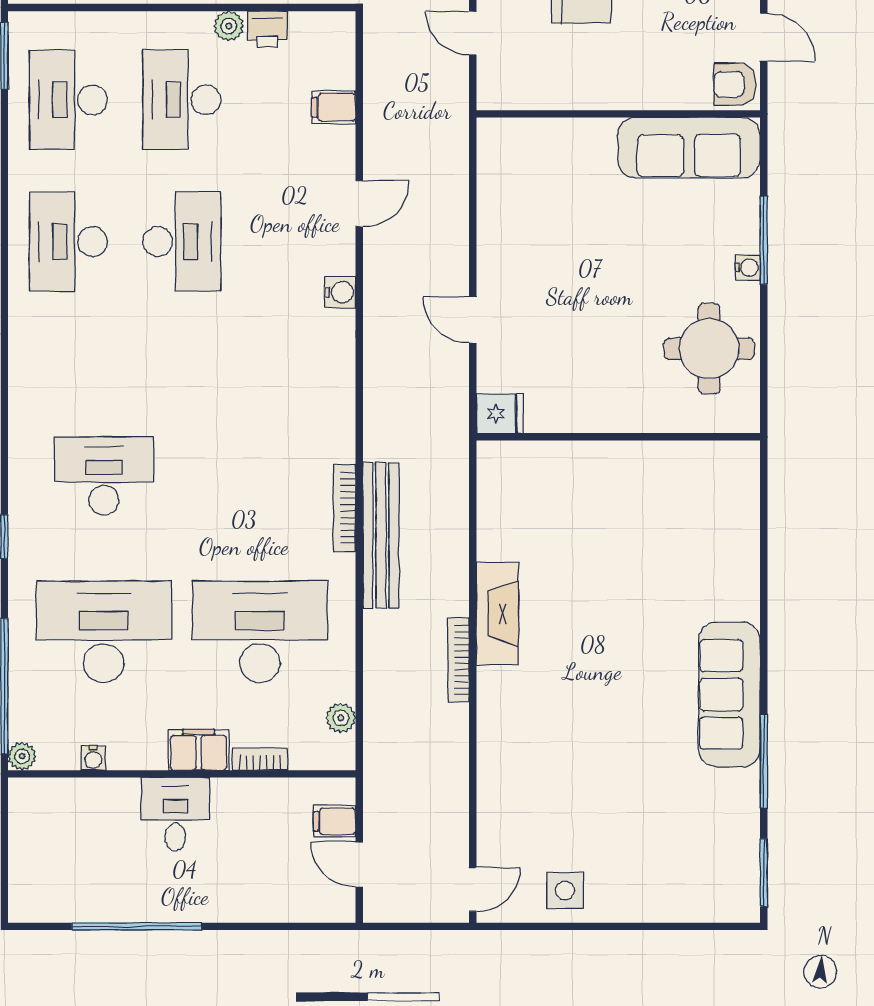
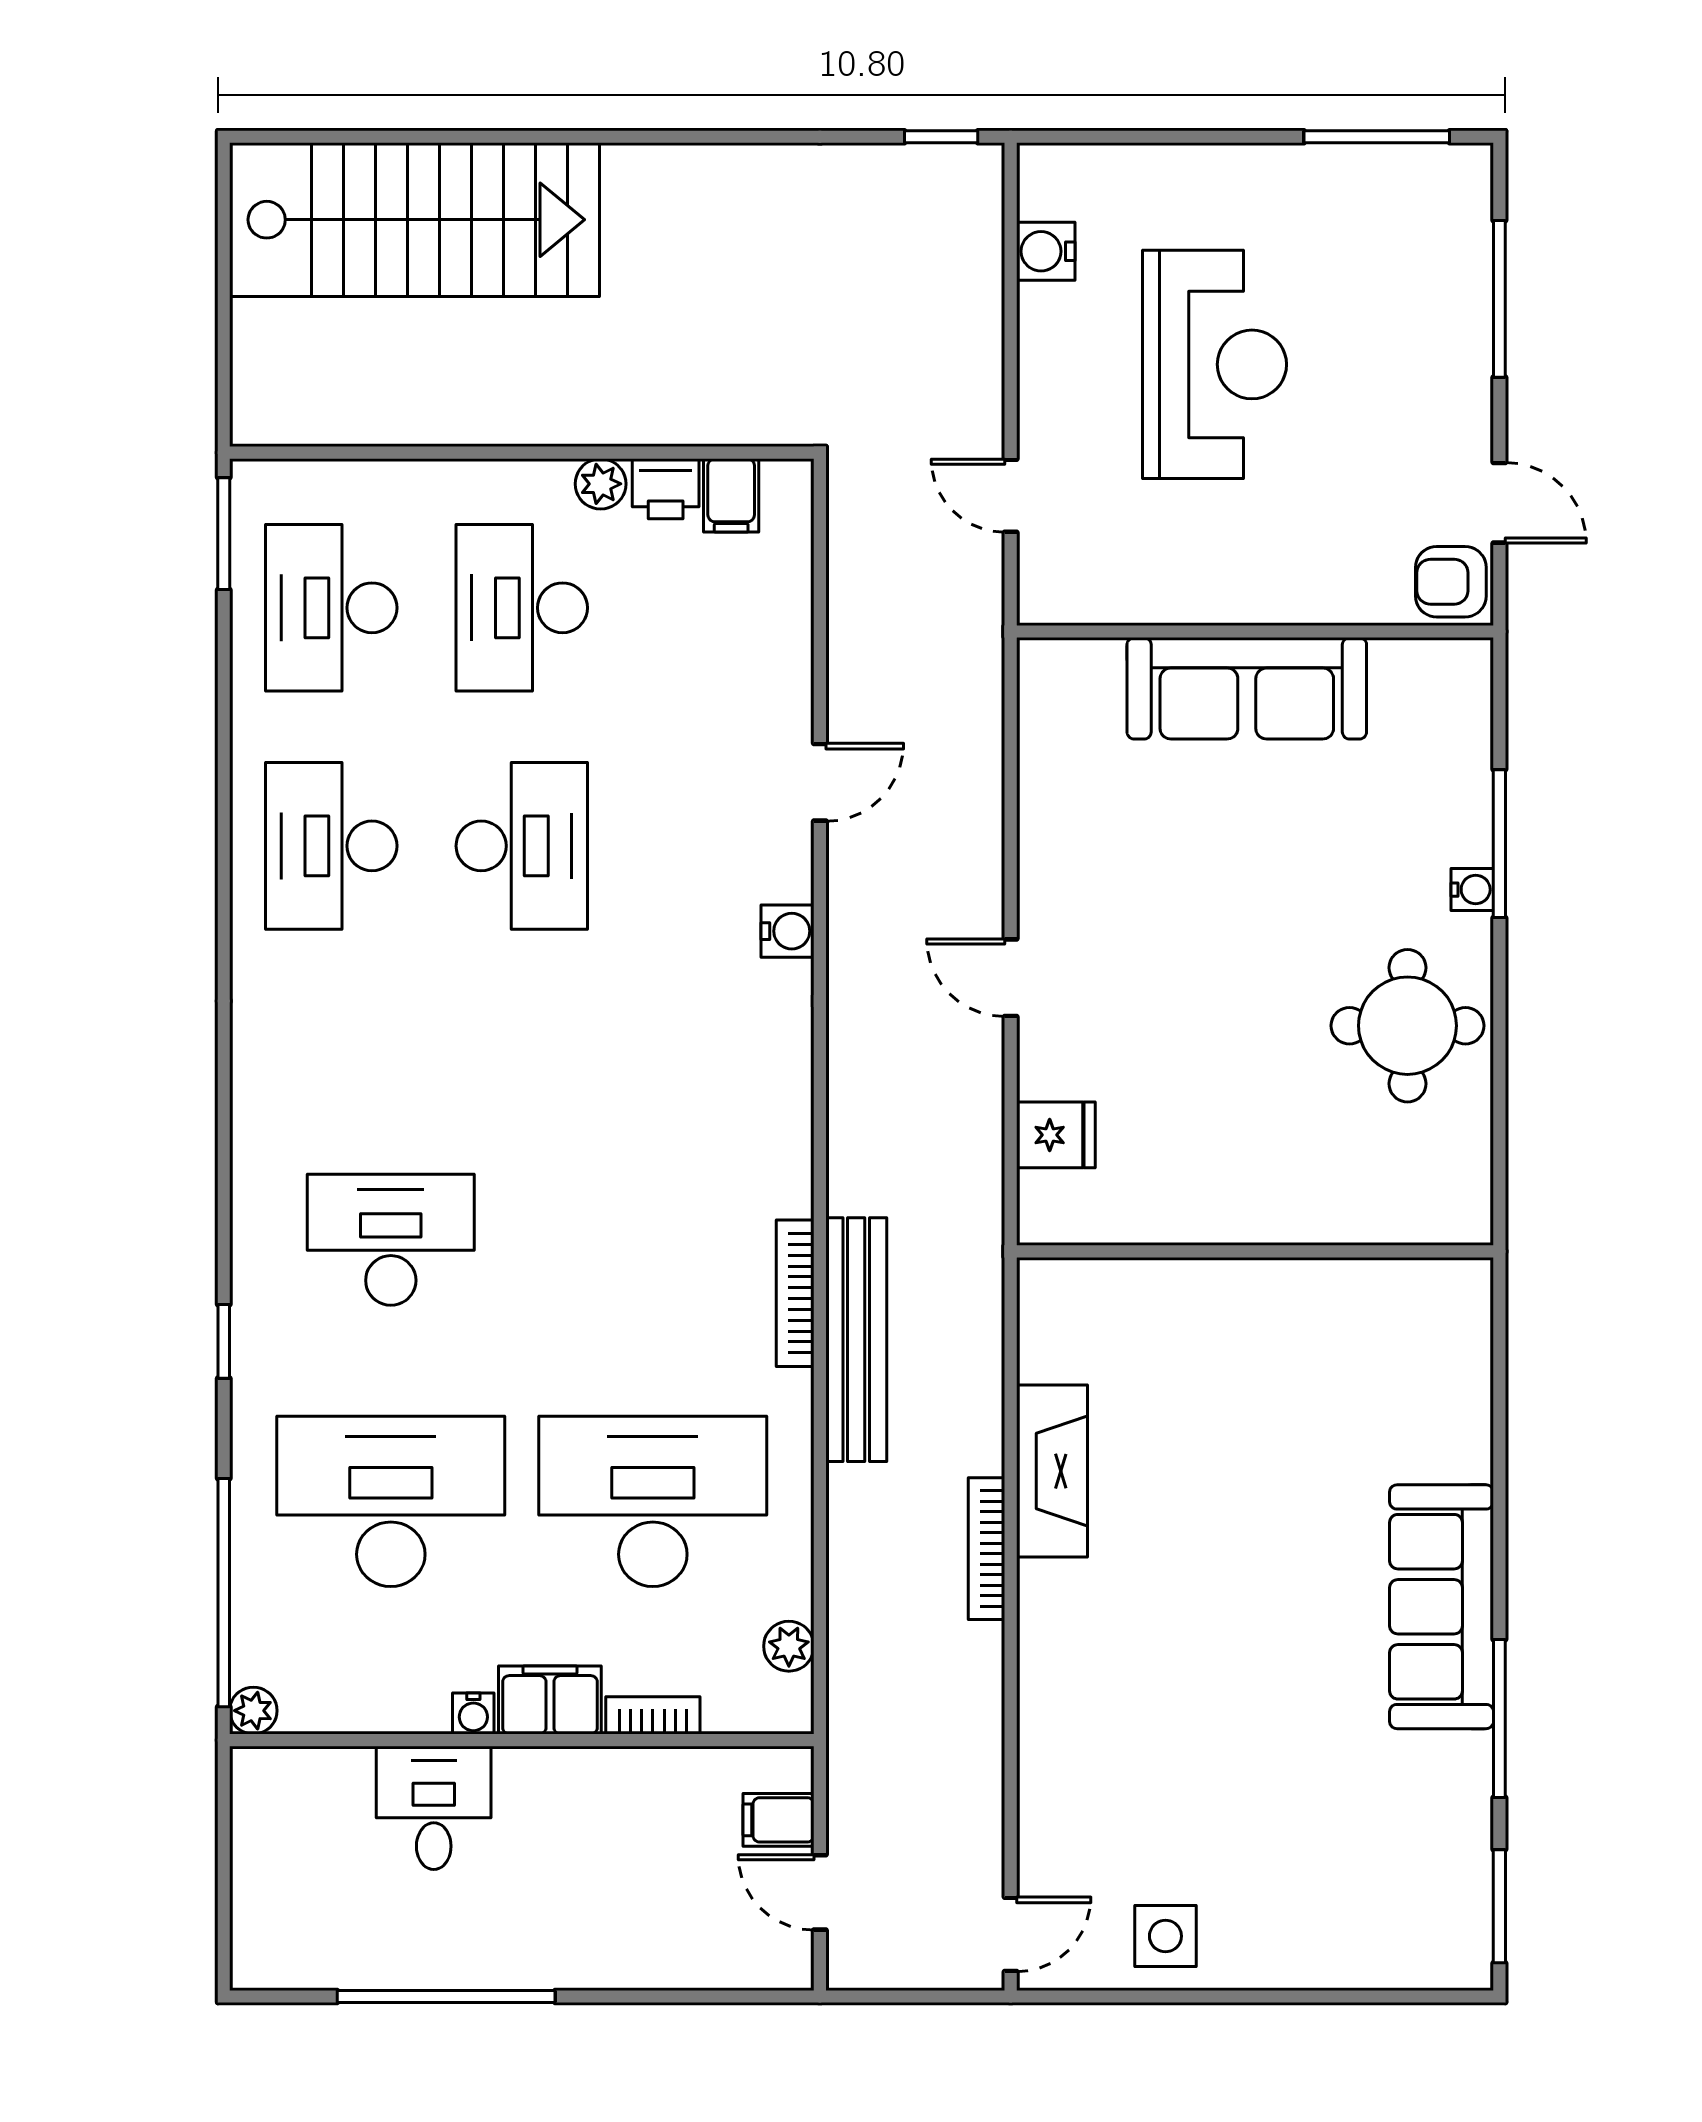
filing cabinet: (334, 107) -> (731, 495), moved, turned -90
sofa: (689, 148) -> (1247, 688), moved
wall: (618, 437) -> (1255, 1251), moved
water cooler: (93, 758) -> (473, 1714), moved
desk: (175, 814) -> (434, 1808), moved

